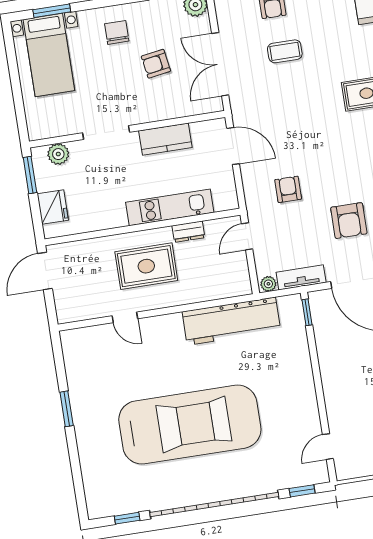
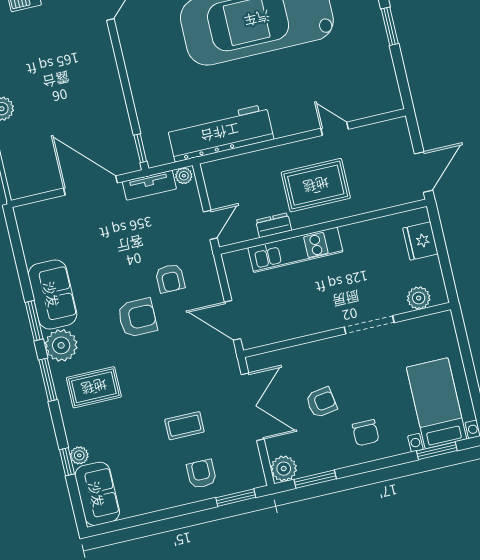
kitchen counter: (165, 139) -> (305, 322), removed
window: (30, 175) -> (447, 273), removed
armchair: (349, 221) -> (137, 318), moved, turned 90

